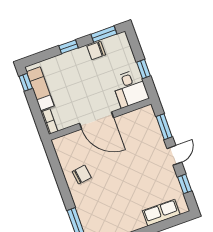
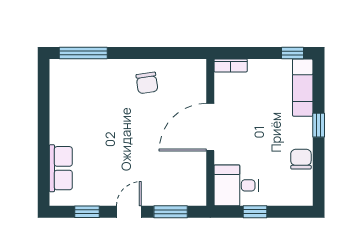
window: (104, 34) -> (319, 177), removed
exam couch: (40, 89) -> (303, 88), moved, turned 90
door: (174, 155) -> (129, 212), swing flipped

